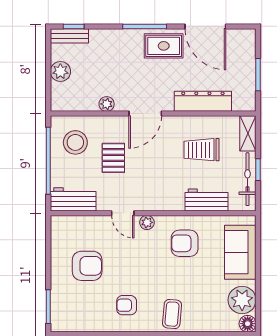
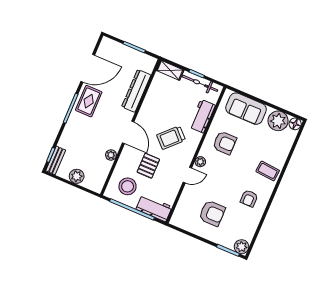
trolley: (201, 150) -> (171, 138), moved, turned 45
pallet: (113, 158) -> (148, 166), turned 90
workbench: (73, 199) -> (154, 208), moved, turned 90
armchair: (185, 243) -> (225, 143), turned -90
armchair: (87, 266) -> (212, 213), turned 90
plant: (60, 322) -> (242, 247), added

